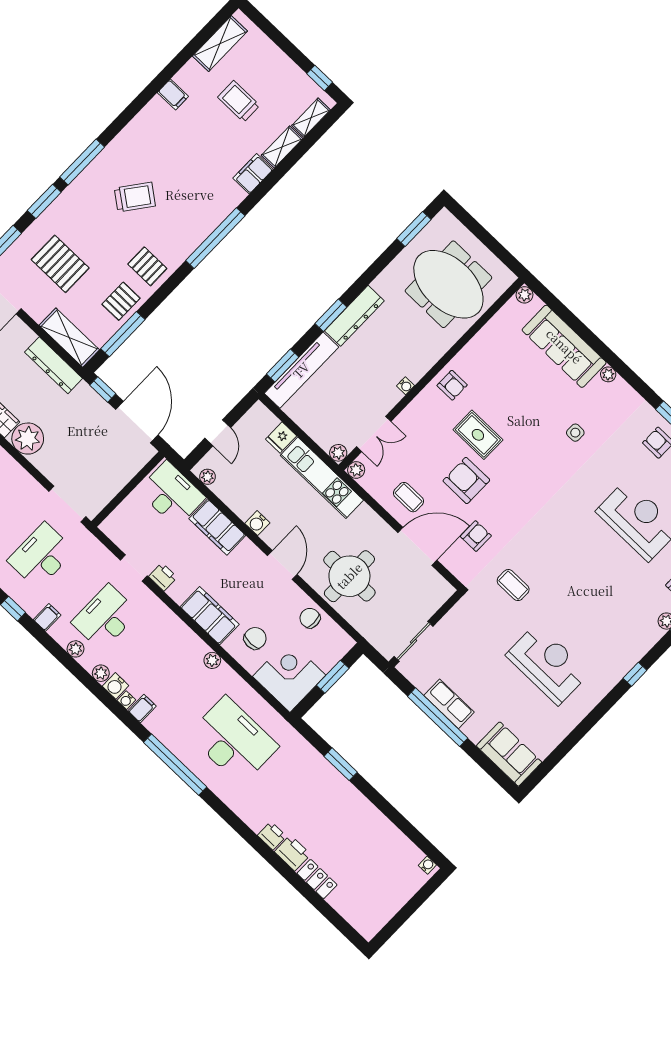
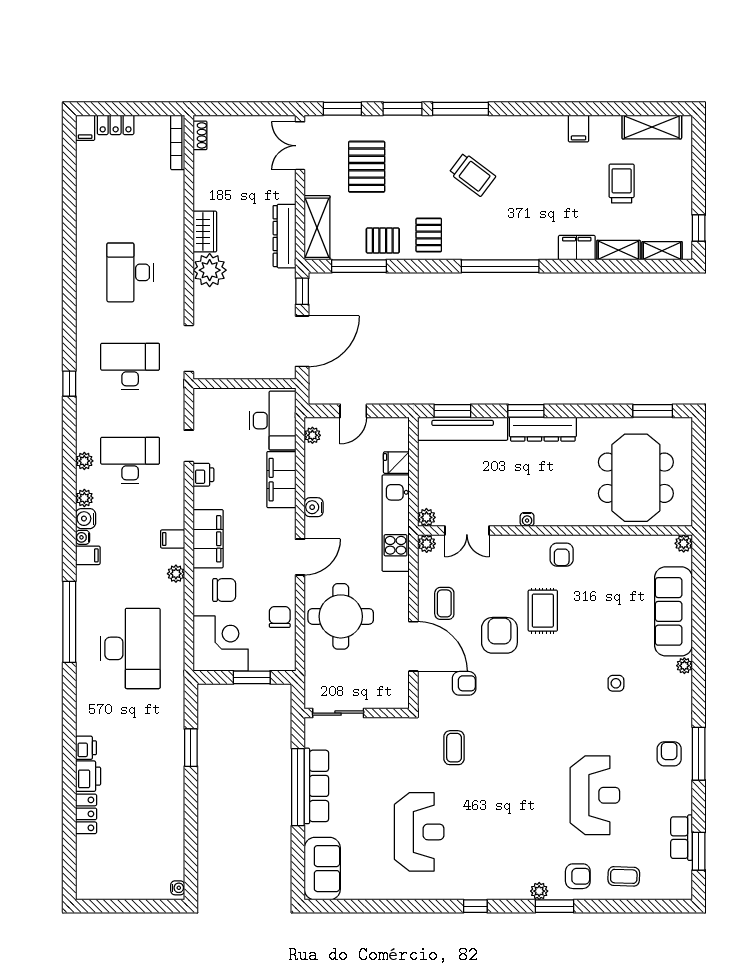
filing cabinet: (47, 617) -> (173, 539), moved, turned 180
row of seats: (449, 704) -> (316, 786), width x1.48

